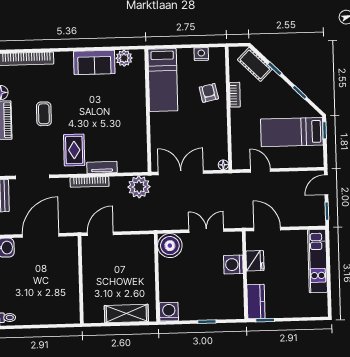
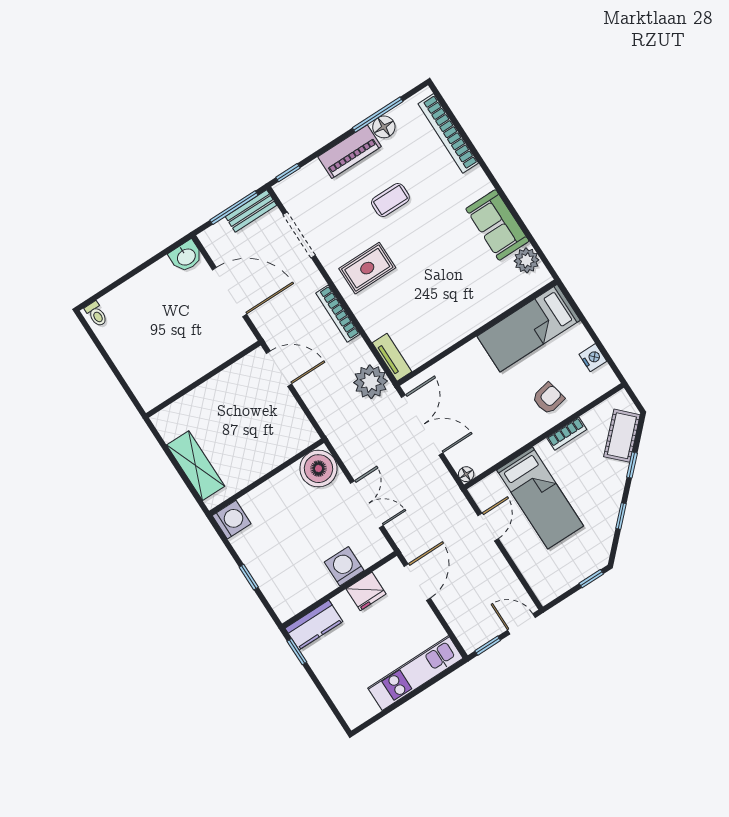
bed: (292, 132) -> (540, 498), moved, turned 180
tv unit: (102, 167) -> (392, 357), moved

